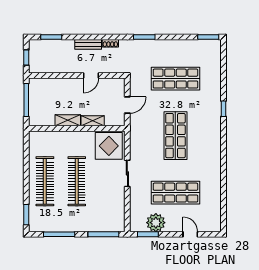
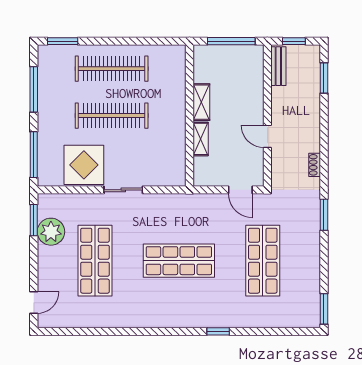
bench: (88, 44) -> (278, 66), moved
door: (127, 105) -> (240, 190), moved
display table: (109, 146) -> (84, 165), moved
door: (190, 234) -> (34, 302), moved

